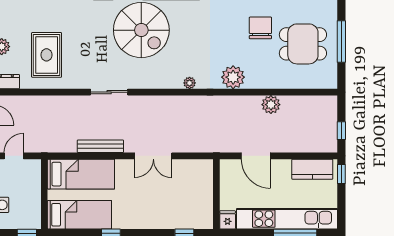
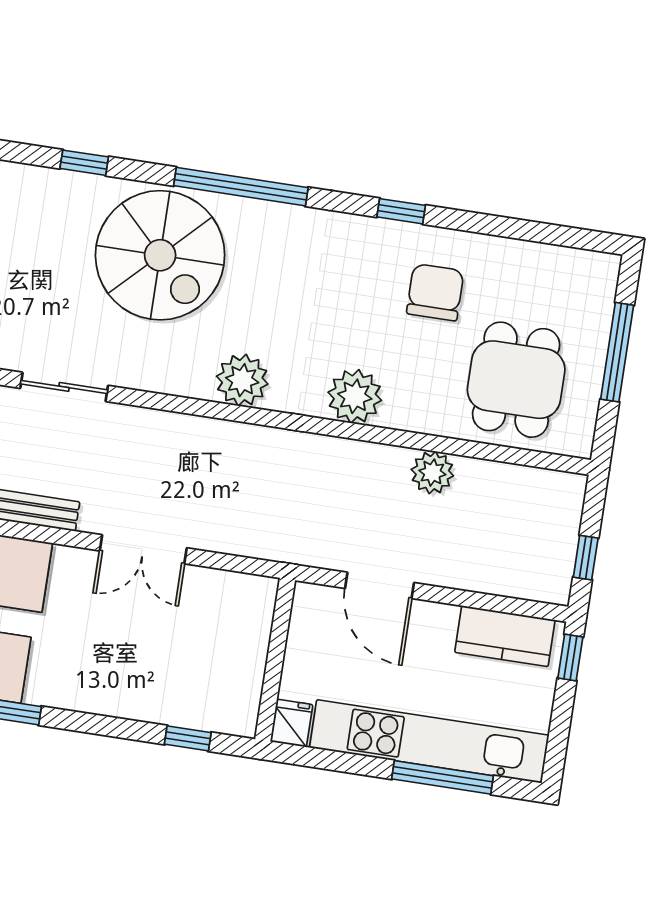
dining table: (303, 44) -> (516, 380), moved, turned 90
plant: (190, 83) -> (242, 380), width x1.87, depth x1.87

